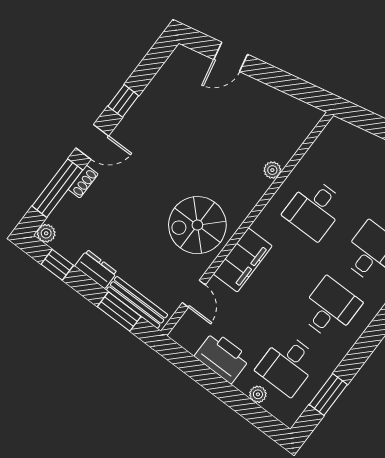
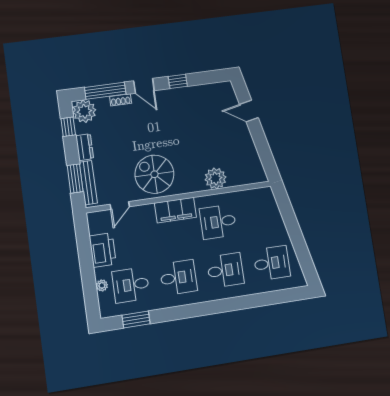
plant: (272, 170) -> (215, 178), width x1.88, depth x1.88
plant: (46, 233) -> (84, 111), width x1.88, depth x1.88
filing cabinet: (243, 260) -> (175, 210), moved

